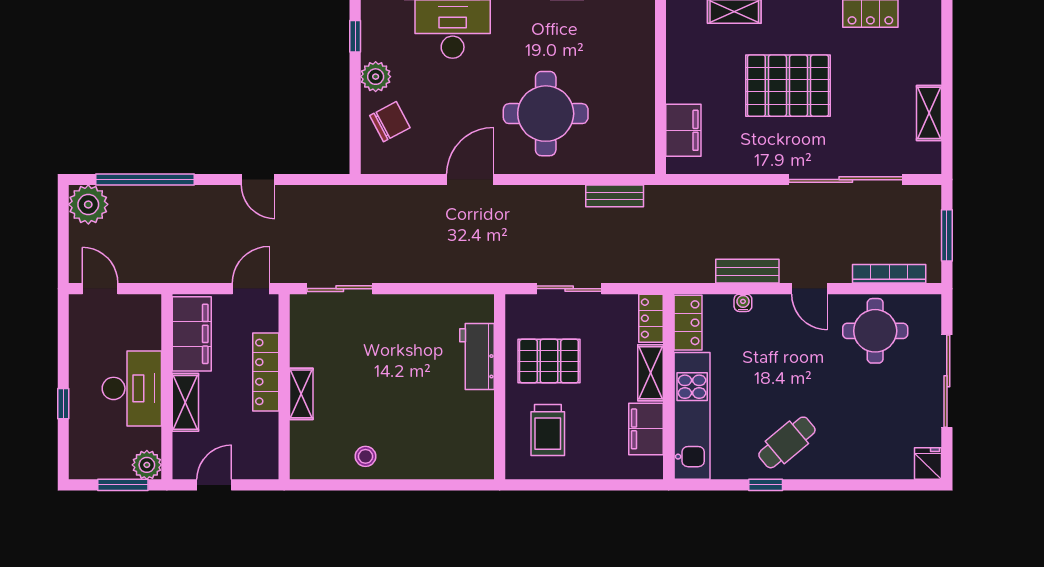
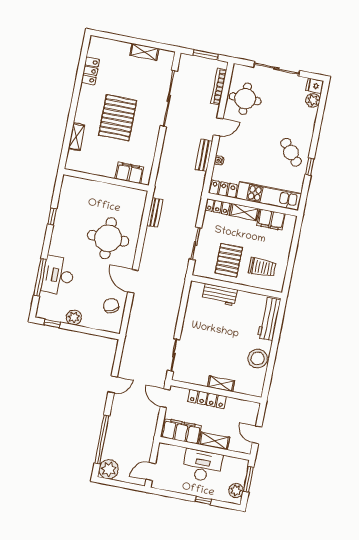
chair: (390, 122) -> (111, 306), moved
stool: (366, 456) -> (258, 359), width x1.89, depth x1.89
workbench: (449, 464) -> (269, 319), added
plant: (147, 465) -> (236, 490), moved
plant: (898, 465) -> (313, 100), added

